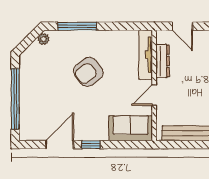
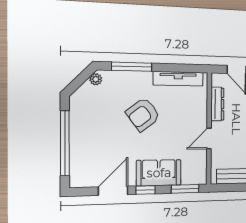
tv unit: (146, 55) -> (178, 79), moved, turned -90
sofa: (131, 128) -> (159, 173), moved
window: (130, 145) -> (185, 189), added

